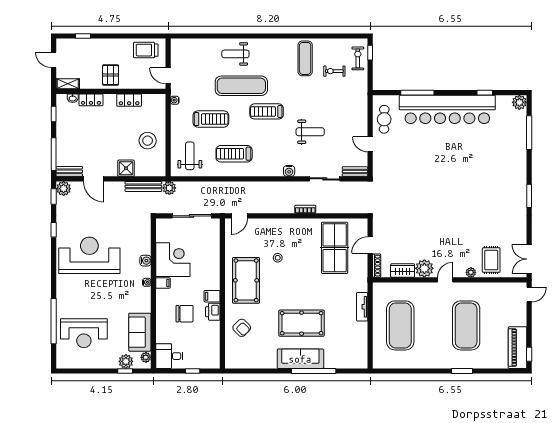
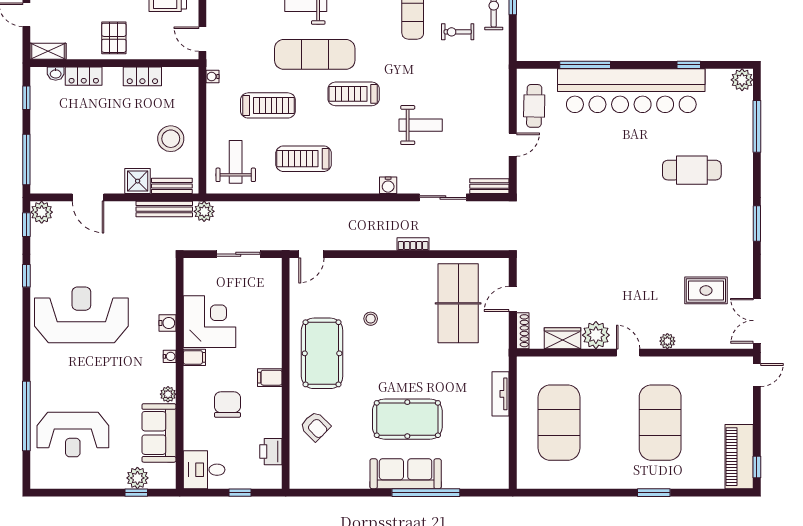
door: (370, 144) -> (513, 145), swing flipped
cafe table: (487, 161) -> (692, 170), added
bench: (69, 171) -> (172, 186), moved
sliding door: (192, 216) -> (238, 254), width x0.73
rug: (491, 260) -> (706, 290), moved, turned 90
door: (445, 280) -> (628, 353), hinge flipped
printer: (213, 312) -> (271, 452), moved
chair: (184, 314) -> (227, 405), turned -90
plant: (146, 357) -> (168, 394), moved

